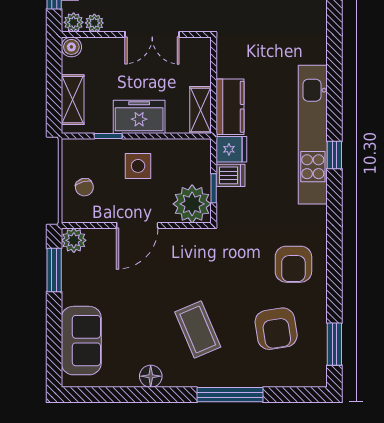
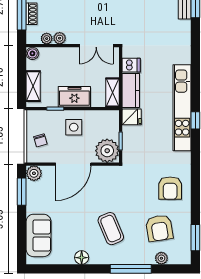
plant: (74, 22) -> (60, 38), moved
double door: (152, 35) -> (96, 46), moved
dishwasher: (231, 175) -> (131, 65), moved
door: (137, 225) -> (73, 164), width x1.36
plant: (279, 377) -> (161, 258), added

